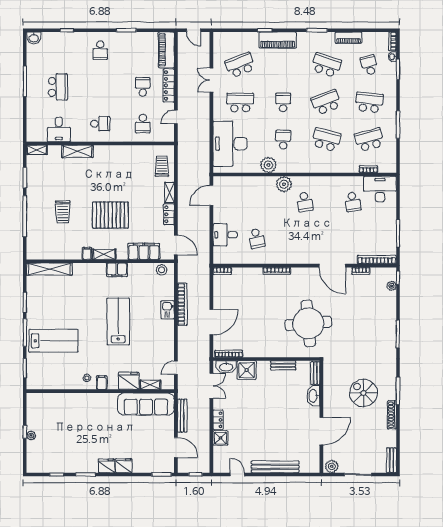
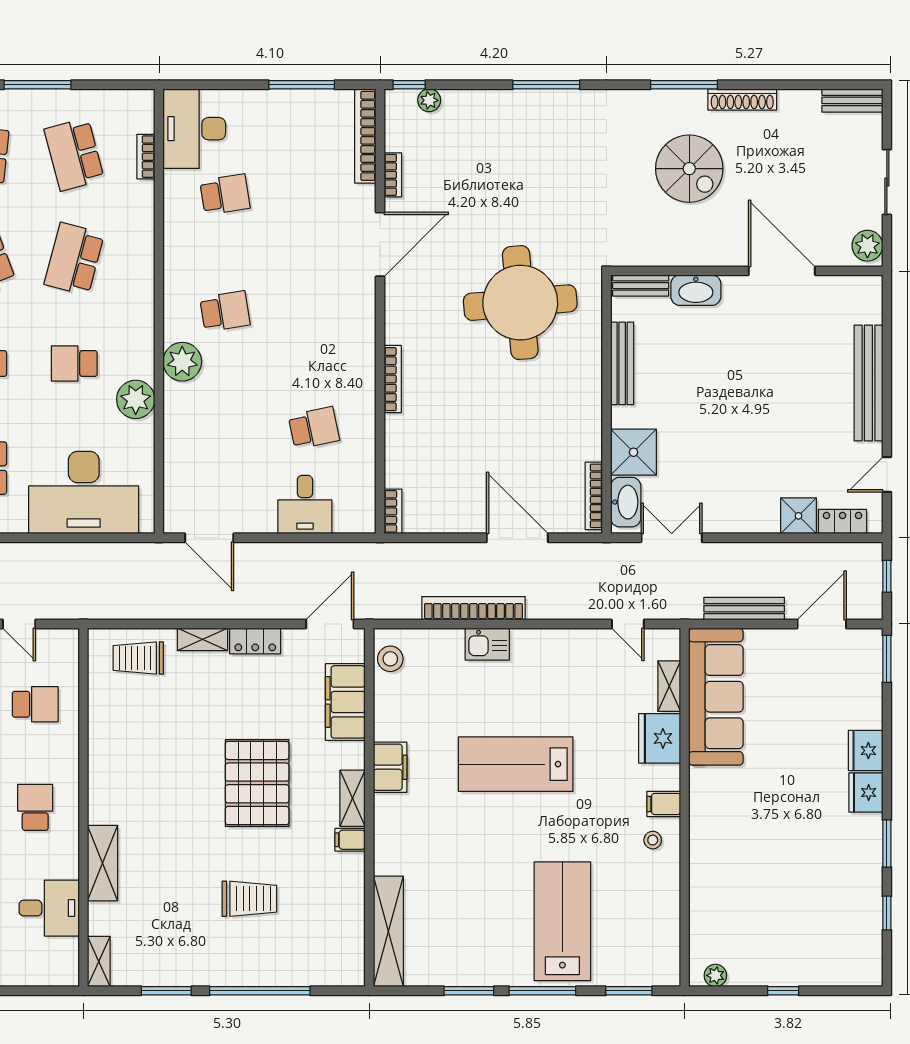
bench: (283, 365) -> (622, 363), width x1.36
spiral stairs: (363, 393) -> (689, 169), turned -90
locker: (218, 420) -> (843, 522), moved
plant: (31, 436) -> (715, 975), moved

